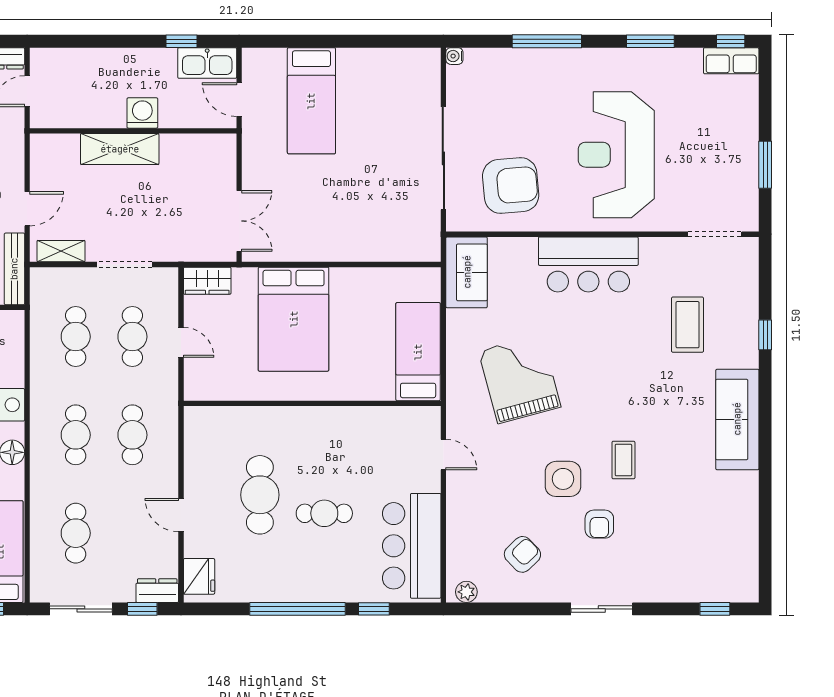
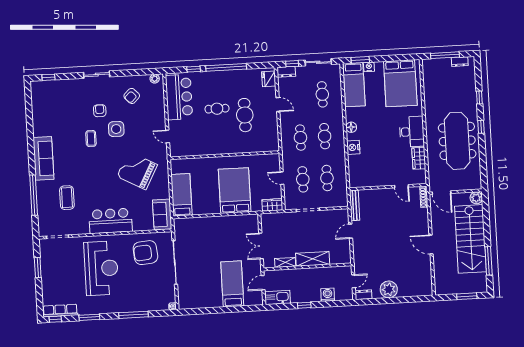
window: (181, 41) -> (304, 305), moved
row of seats: (731, 61) -> (60, 311), width x1.48
door: (239, 100) -> (263, 283), swing flipped
washing machine: (142, 113) -> (328, 295), moved, turned 180
double door: (239, 221) -> (261, 246), moved
shelving: (61, 251) -> (285, 262), moved
window: (765, 335) -> (34, 195), width x3.17
bed: (418, 352) -> (181, 195), moved, turned 180
grand piano: (520, 379) -> (137, 171), turned 133

